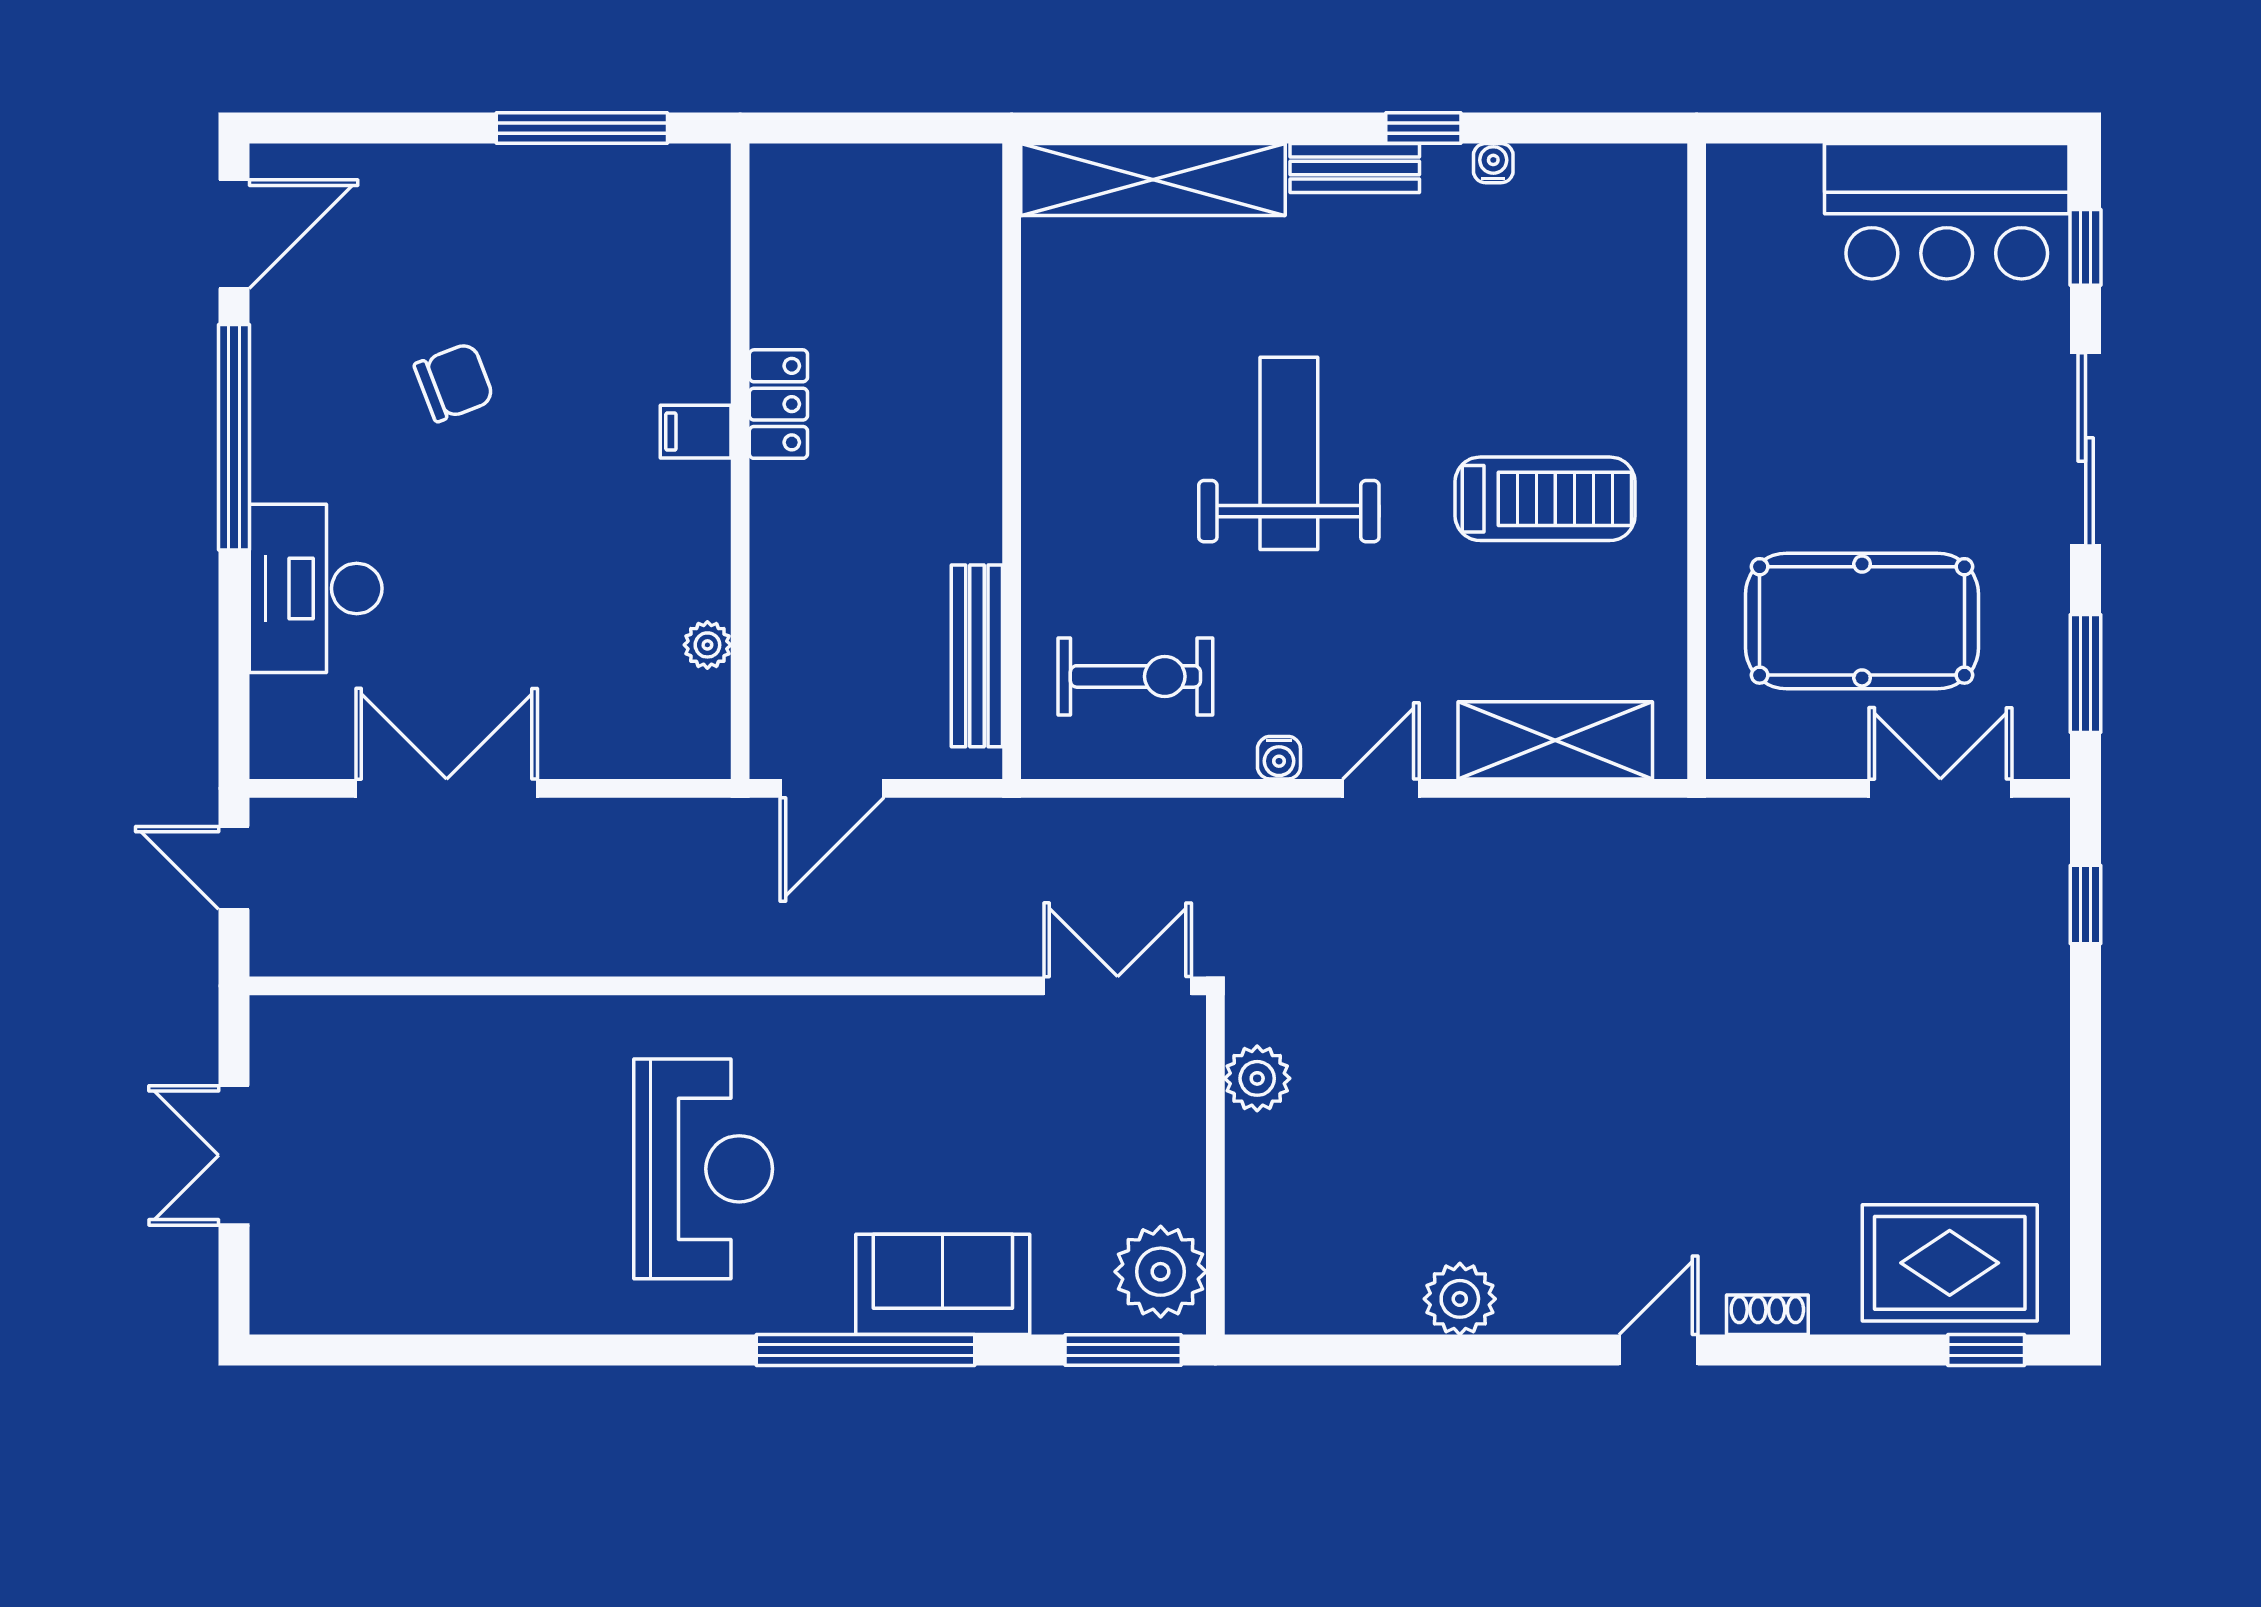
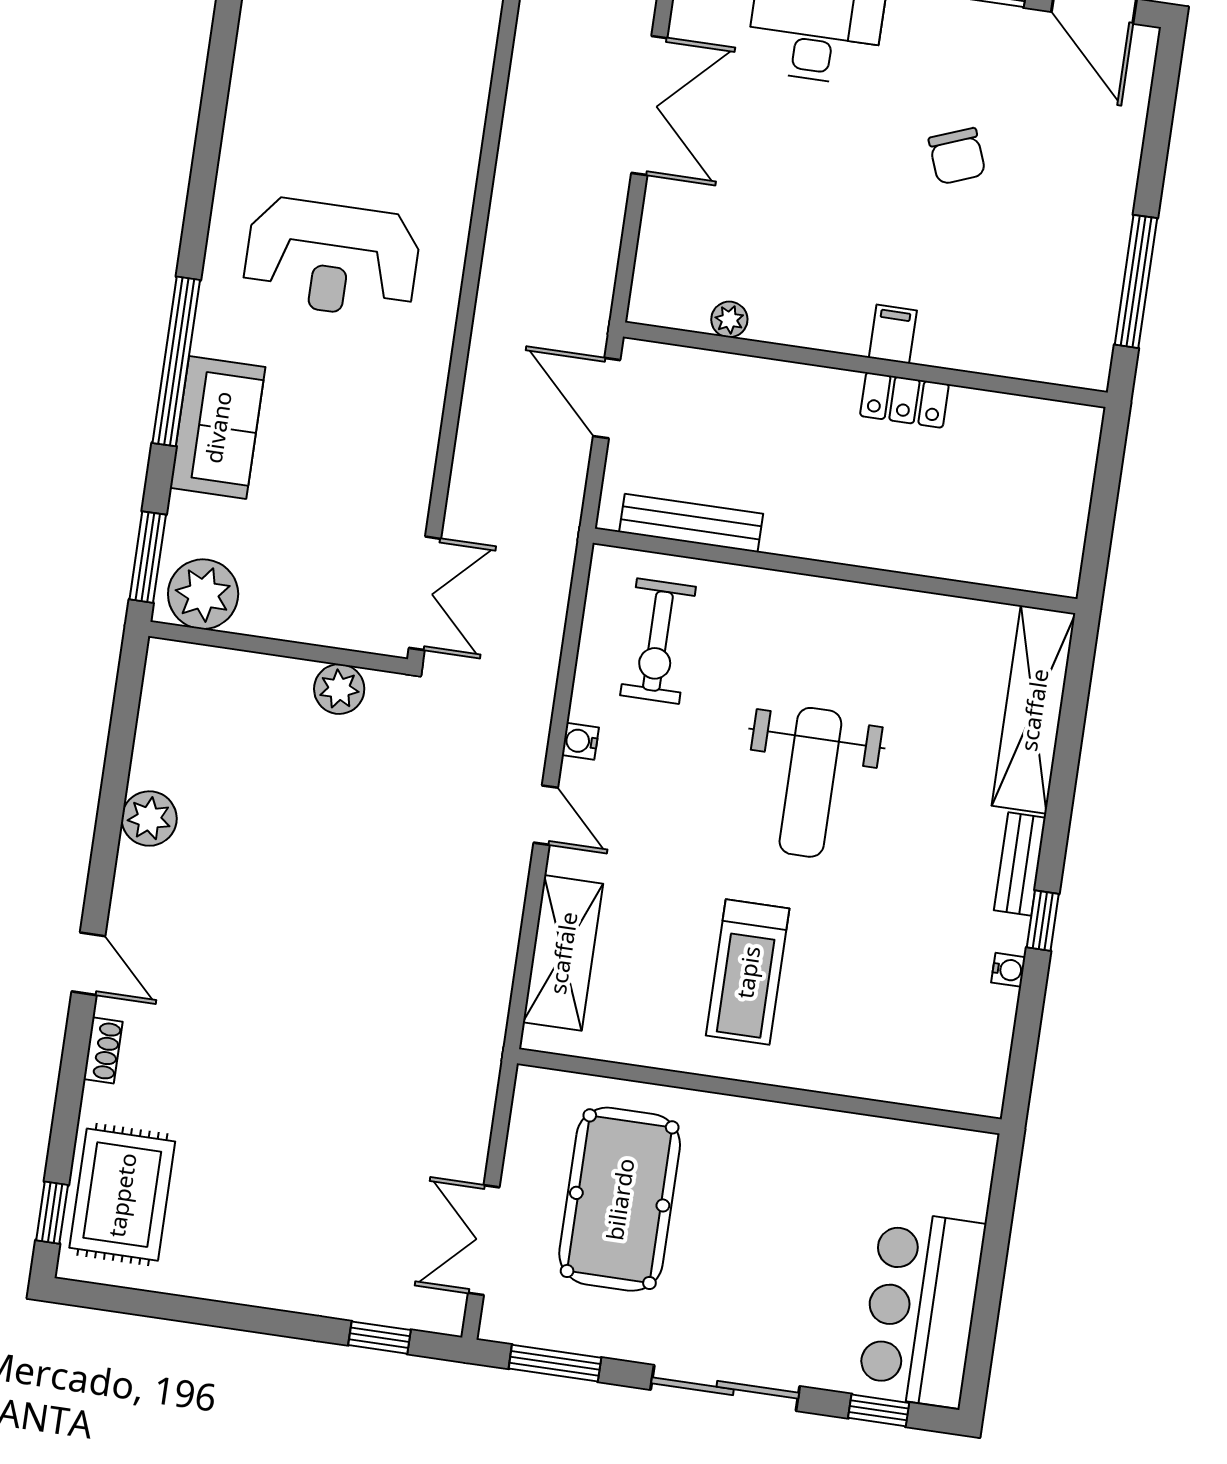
weight bench: (1289, 453) -> (810, 782), turned 90
double door: (1940, 788) -> (484, 1240), swing flipped

